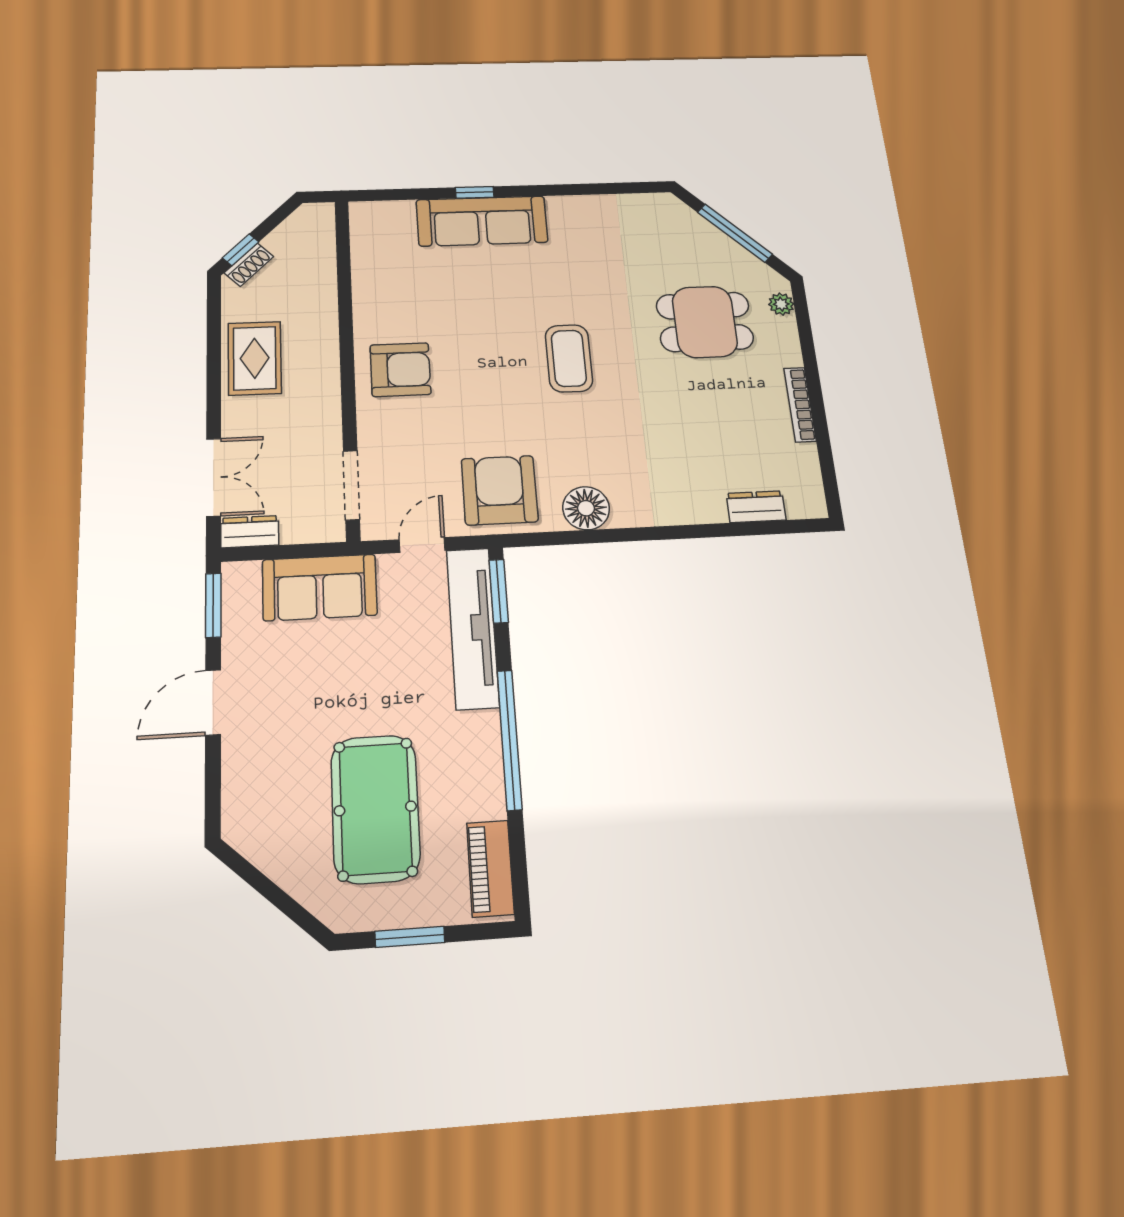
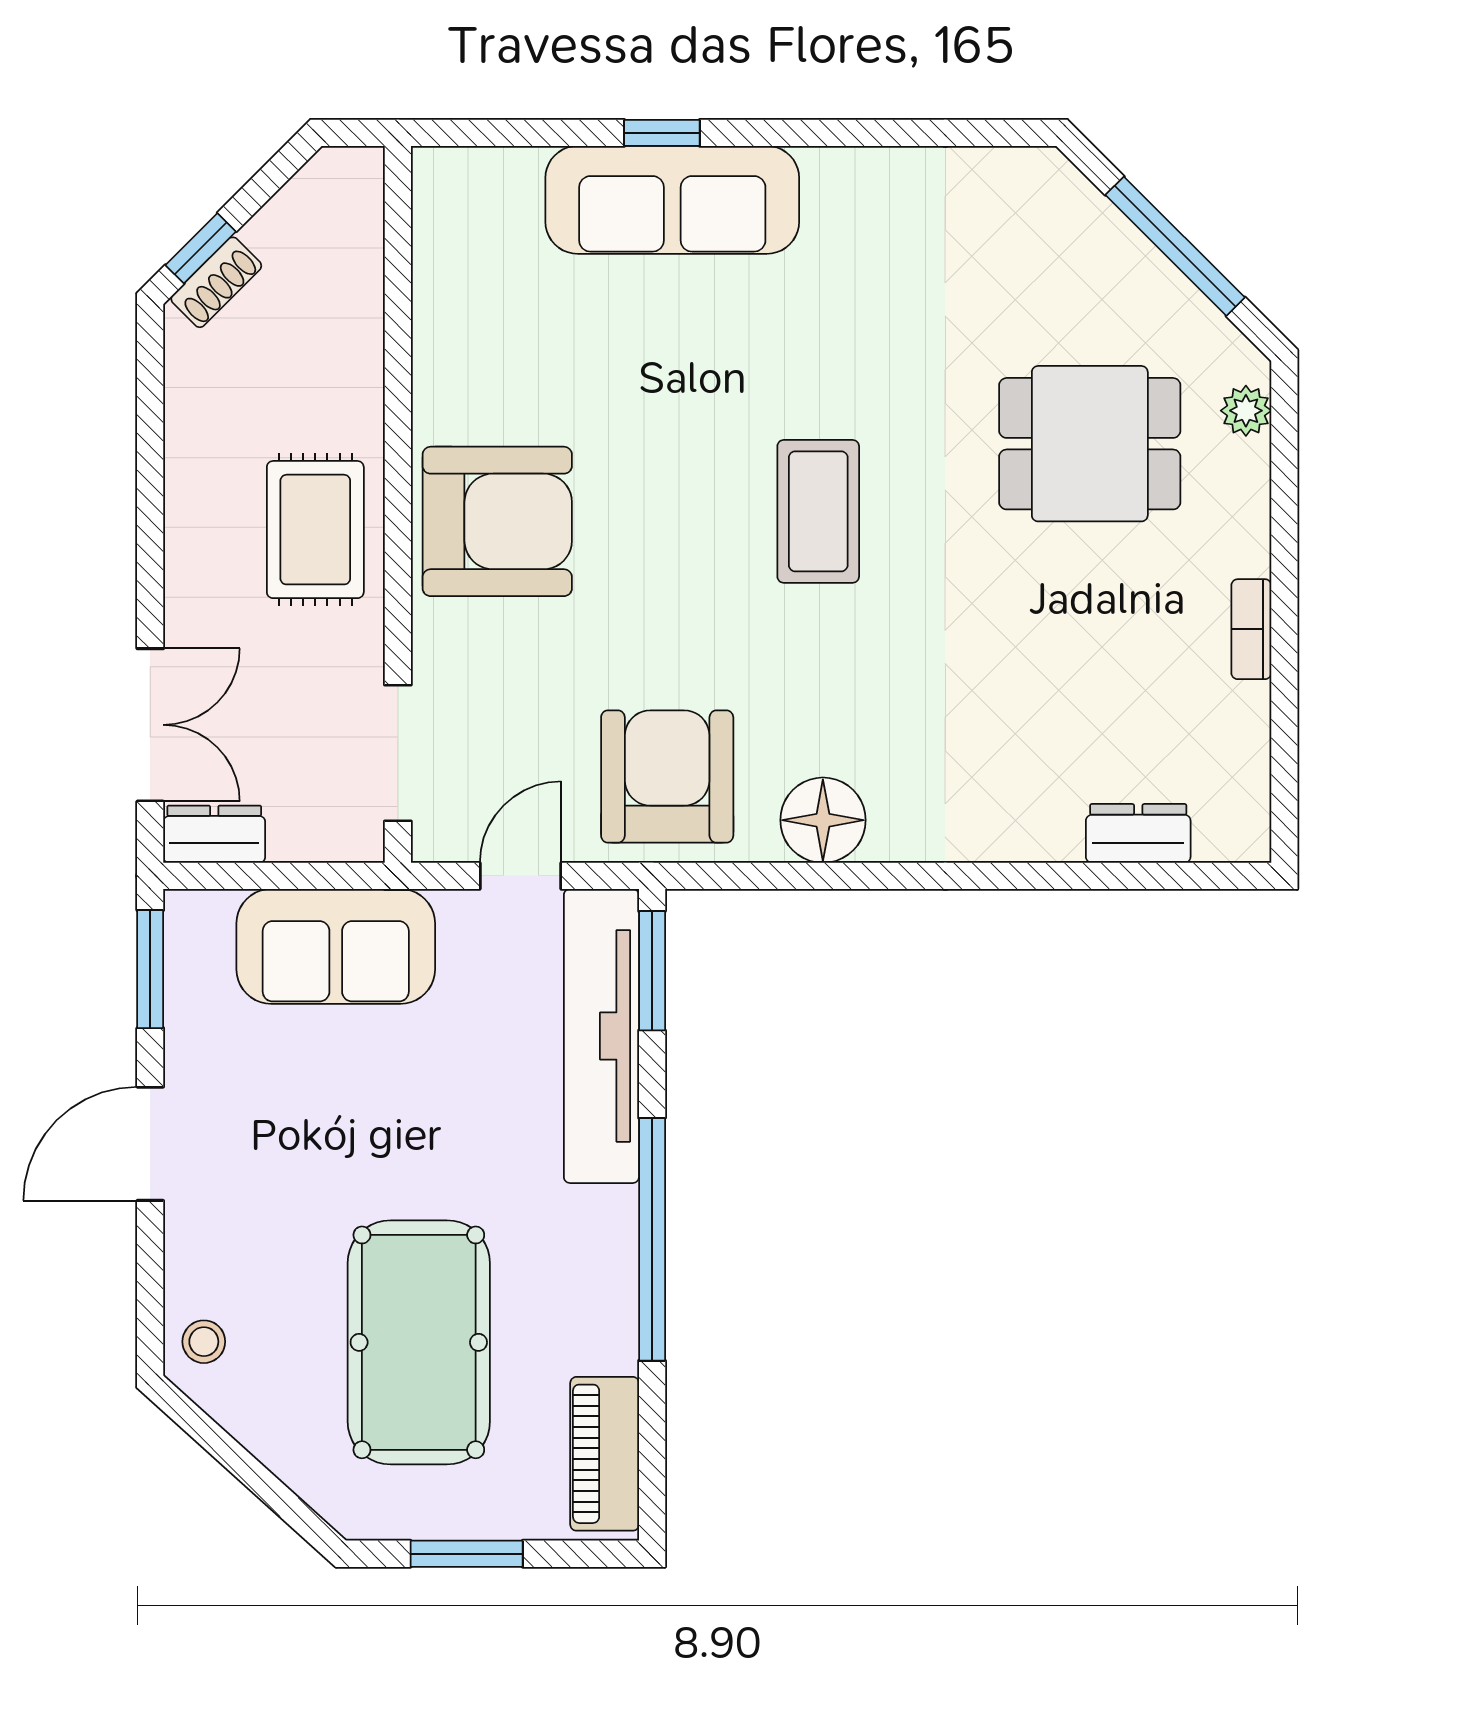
rug: (255, 358) -> (315, 530), moved
armchair: (400, 370) -> (497, 521), width x1.36, depth x1.36
bookcase: (800, 404) -> (1251, 629), width x0.64
stool: (245, 817) -> (204, 1342), added

